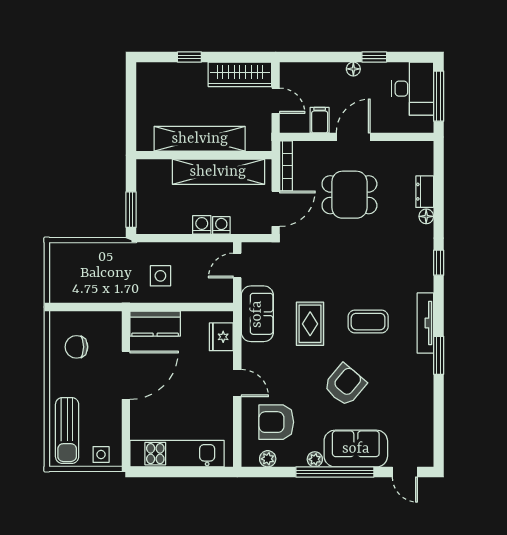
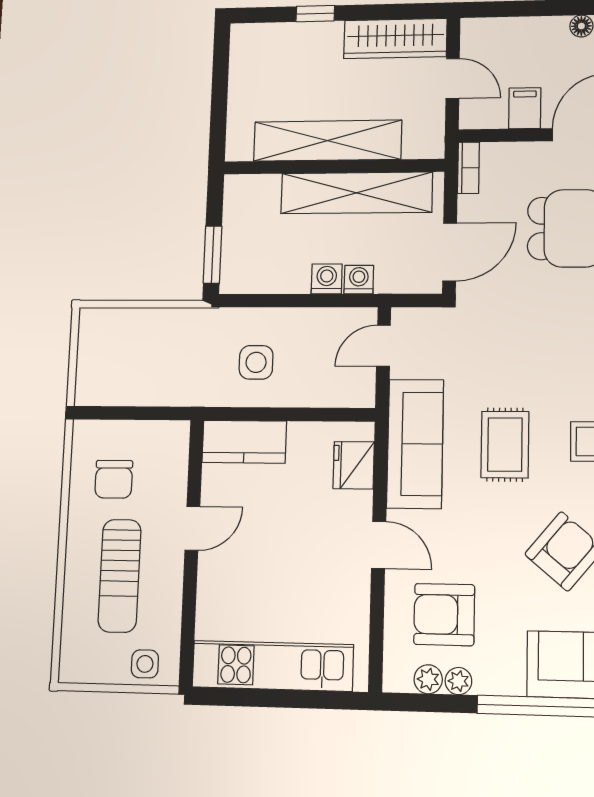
bookcase: (286, 166) -> (468, 168), width x0.64
sofa: (257, 314) -> (415, 444), width x1.36
chair: (76, 347) -> (114, 479), turned -90
door: (126, 375) -> (192, 528), width x0.53
sun lounger: (67, 431) -> (120, 576), moved
plant: (315, 459) -> (458, 681), moved

